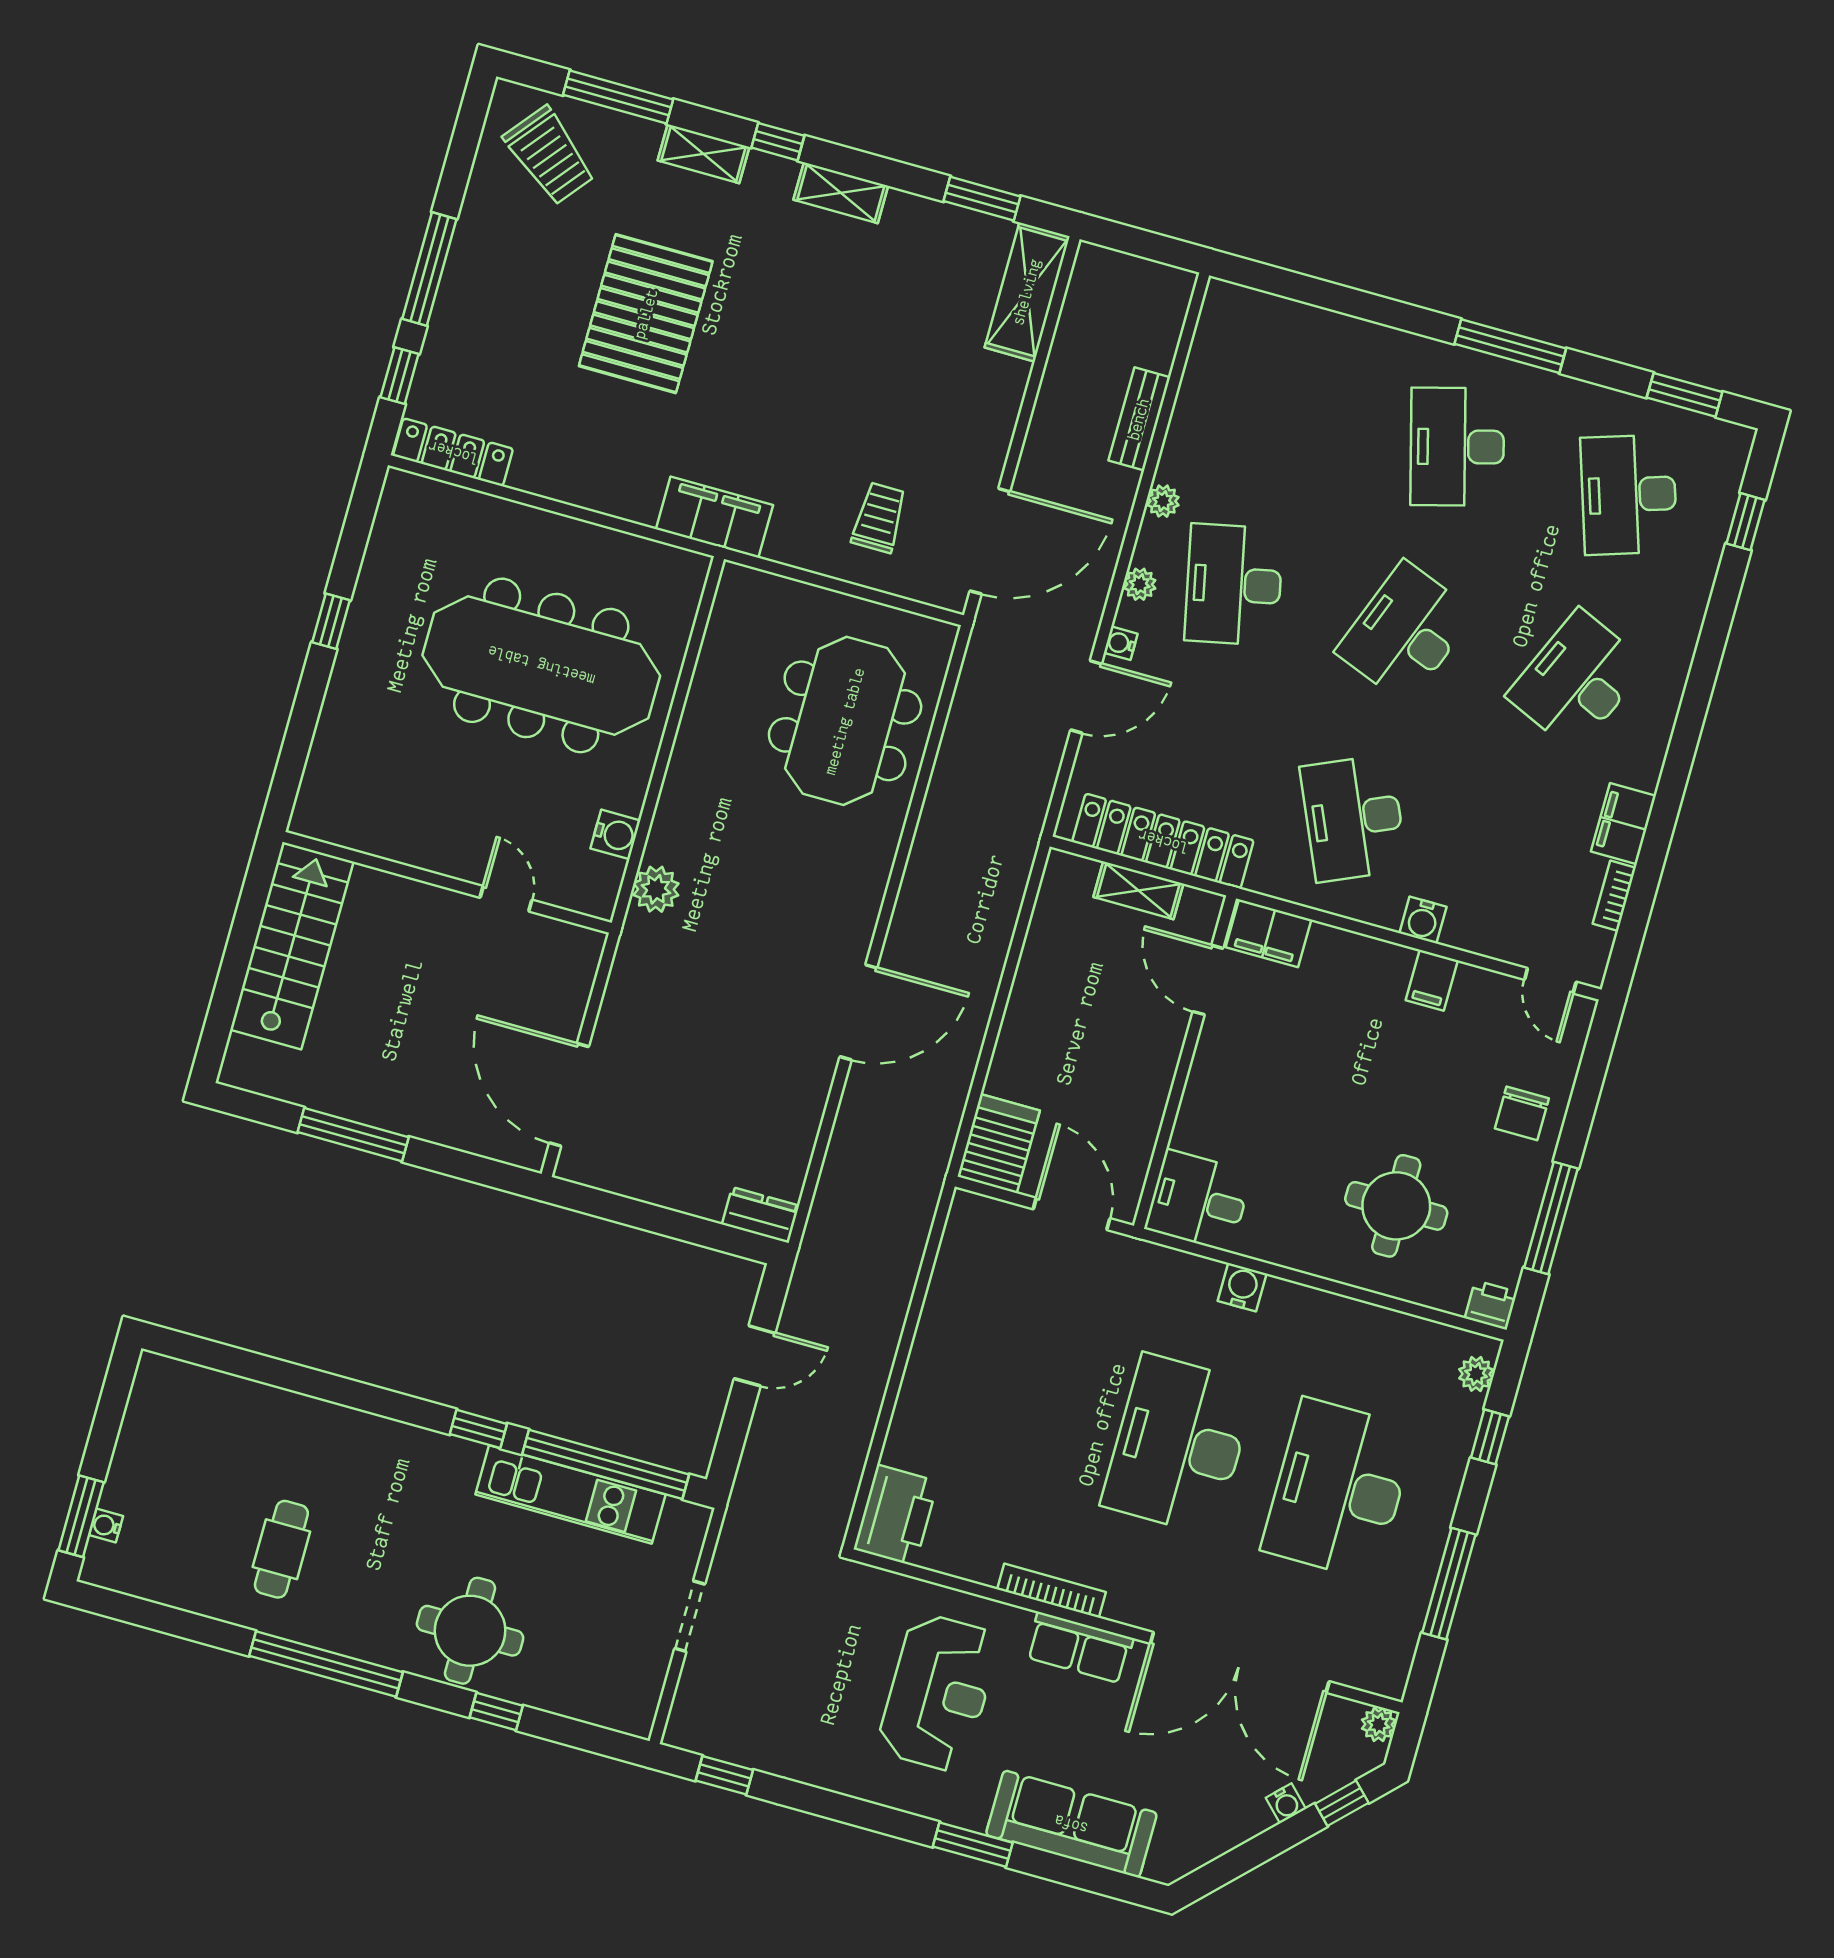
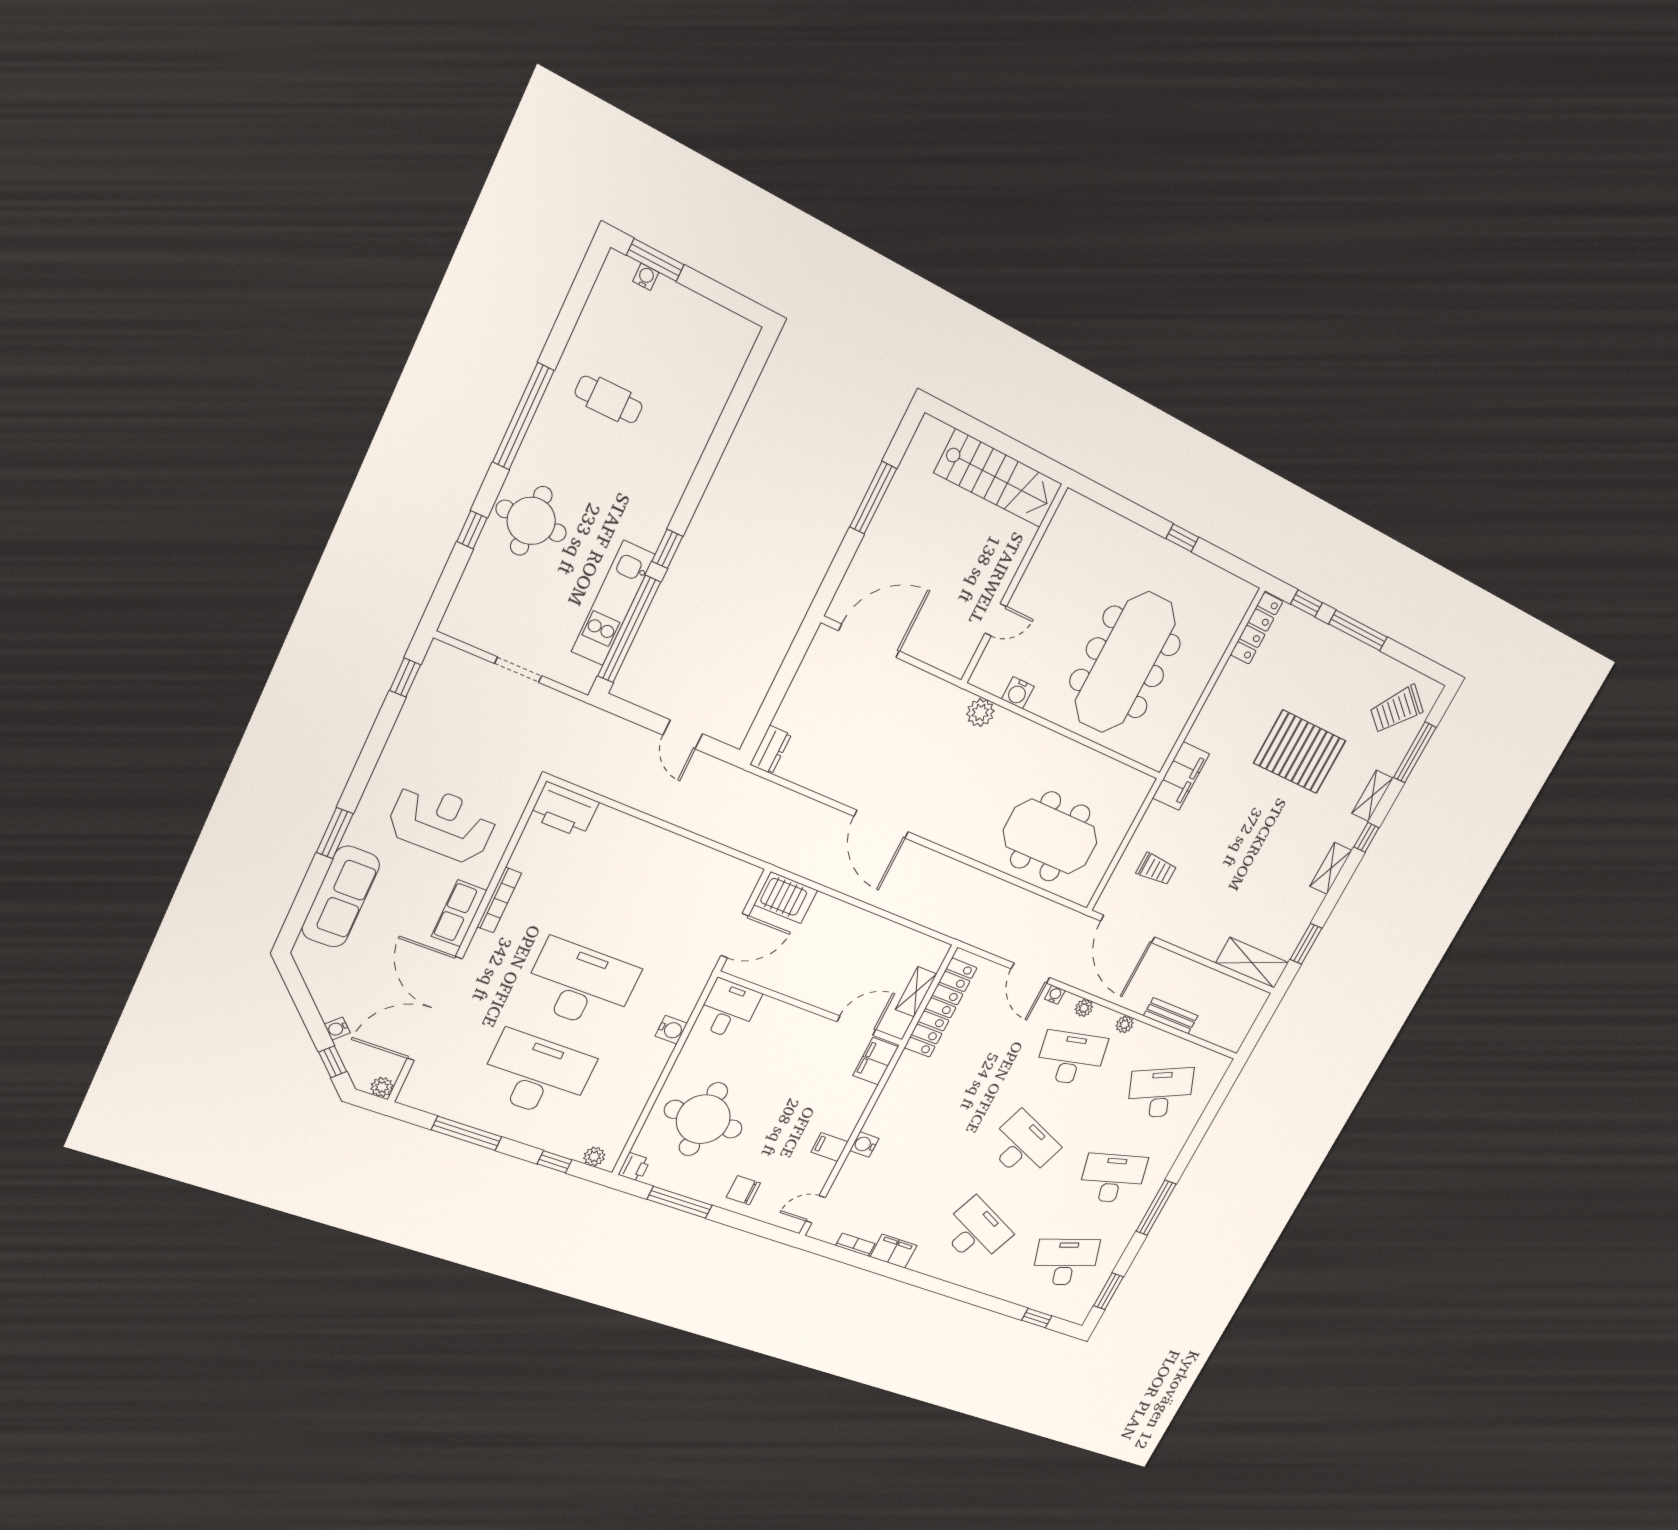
desk: (1354, 818) -> (1160, 1093), moved
round table: (1396, 1206) -> (703, 1119), width x1.36, depth x1.36
reception desk: (938, 1693) -> (442, 823), turned 180

